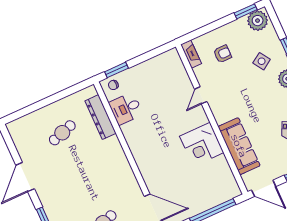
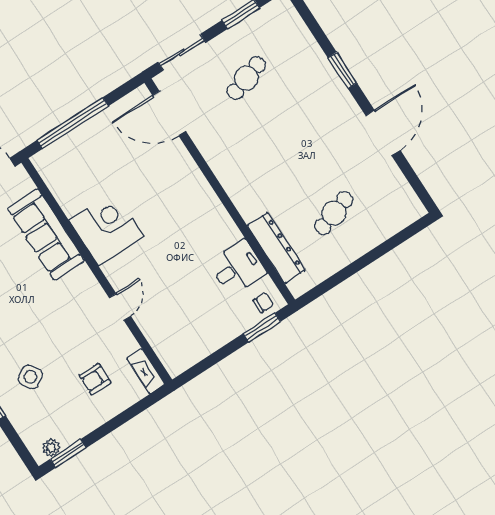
plant: (258, 21) -> (51, 448), width x0.53, depth x0.53

